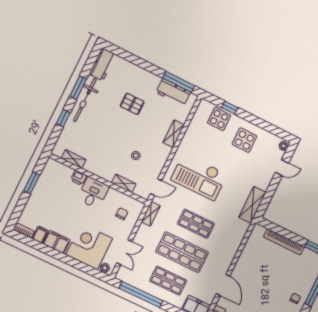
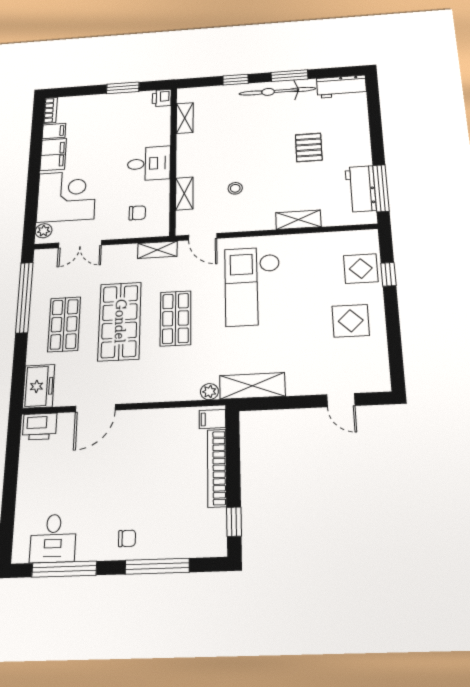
plant: (283, 146) -> (209, 392), moved
printer: (79, 178) -> (162, 98), moved
filing cabinet: (259, 232) -> (212, 419), added

